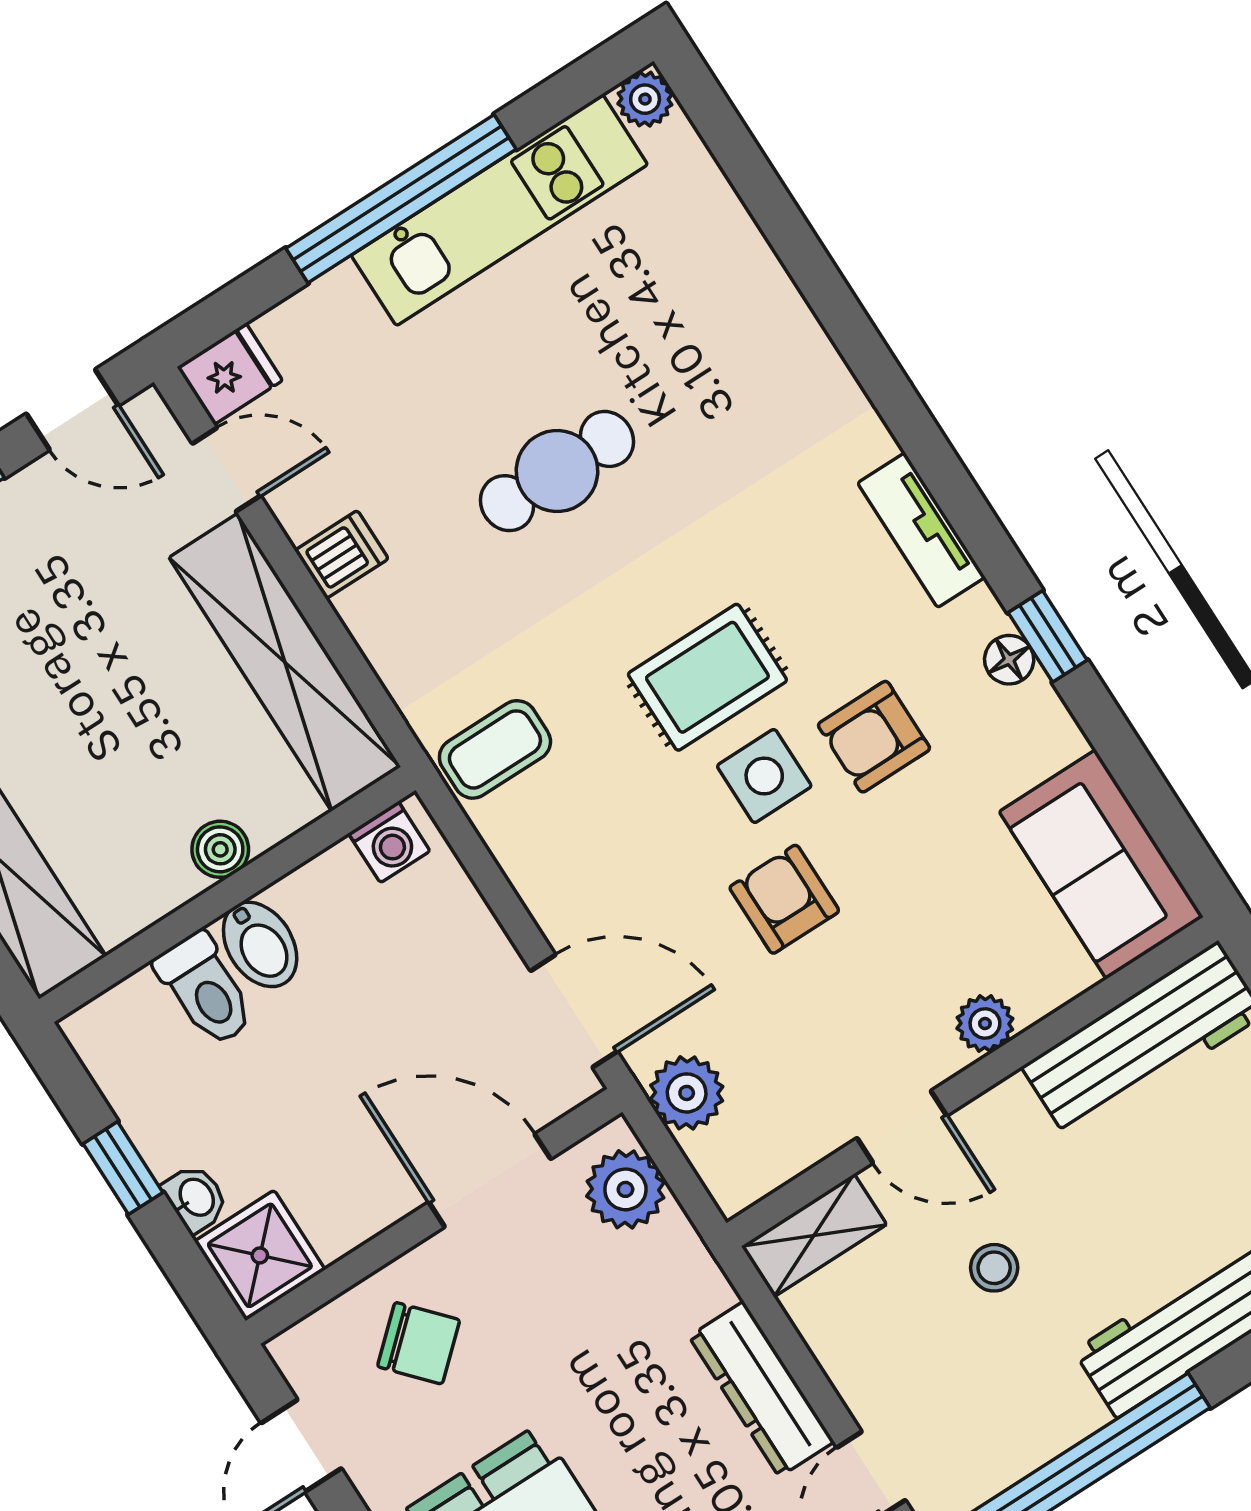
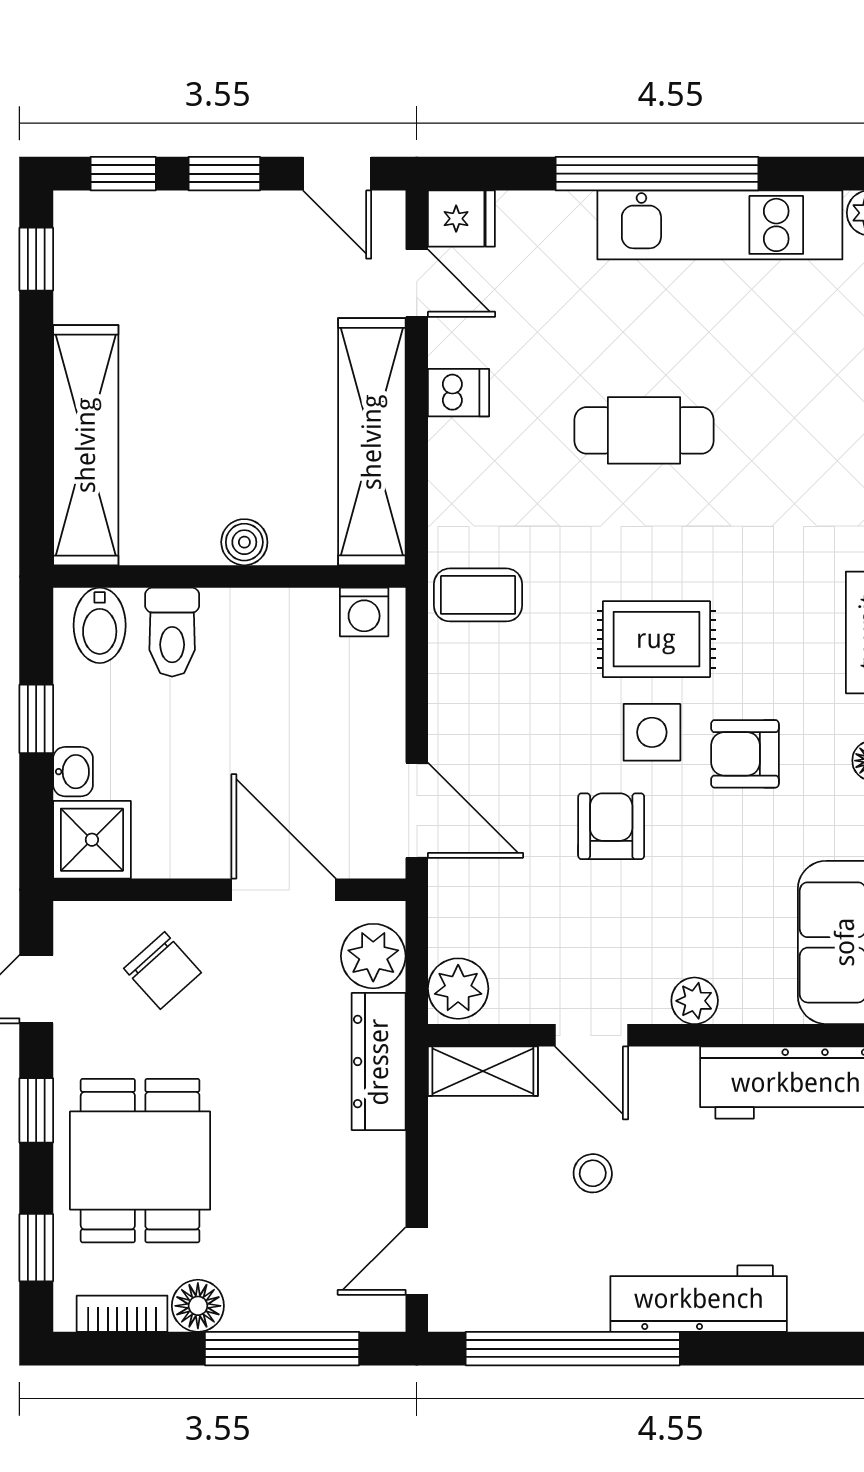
bidet: (260, 944) -> (100, 625), moved
plant: (687, 1093) -> (458, 989), moved
dresser: (761, 1389) -> (379, 1062), moved

